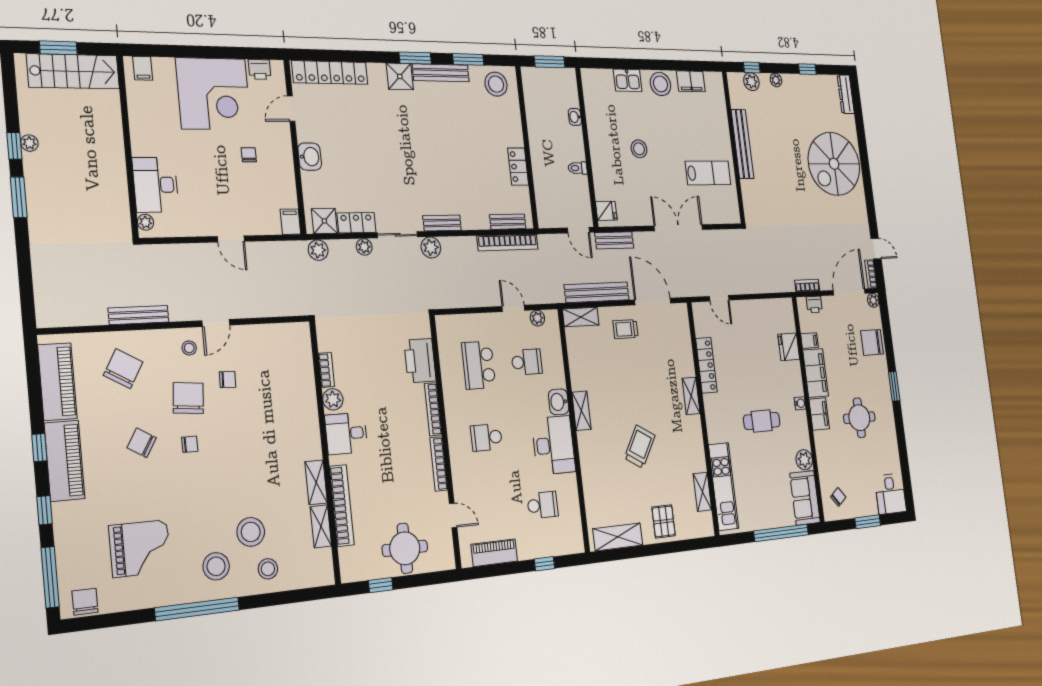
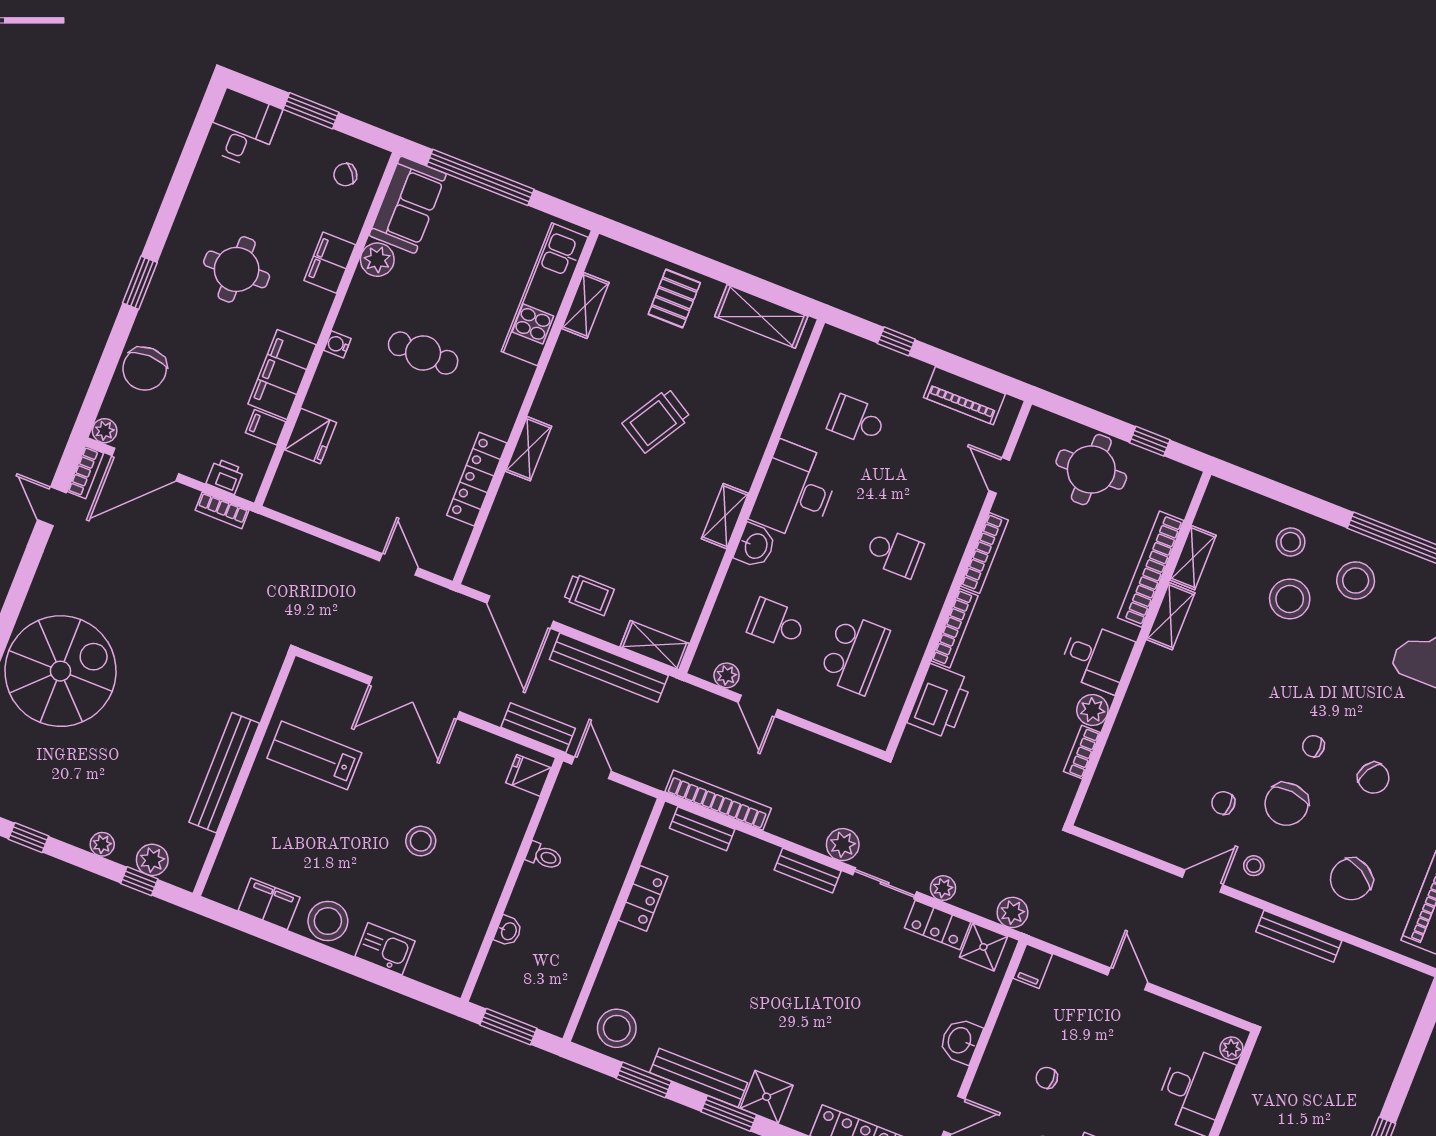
chair: (249, 155) -> (1047, 1078), turned 90
chair: (872, 342) -> (145, 369), turned 90
filing cabinet: (819, 414) -> (330, 263), moved

